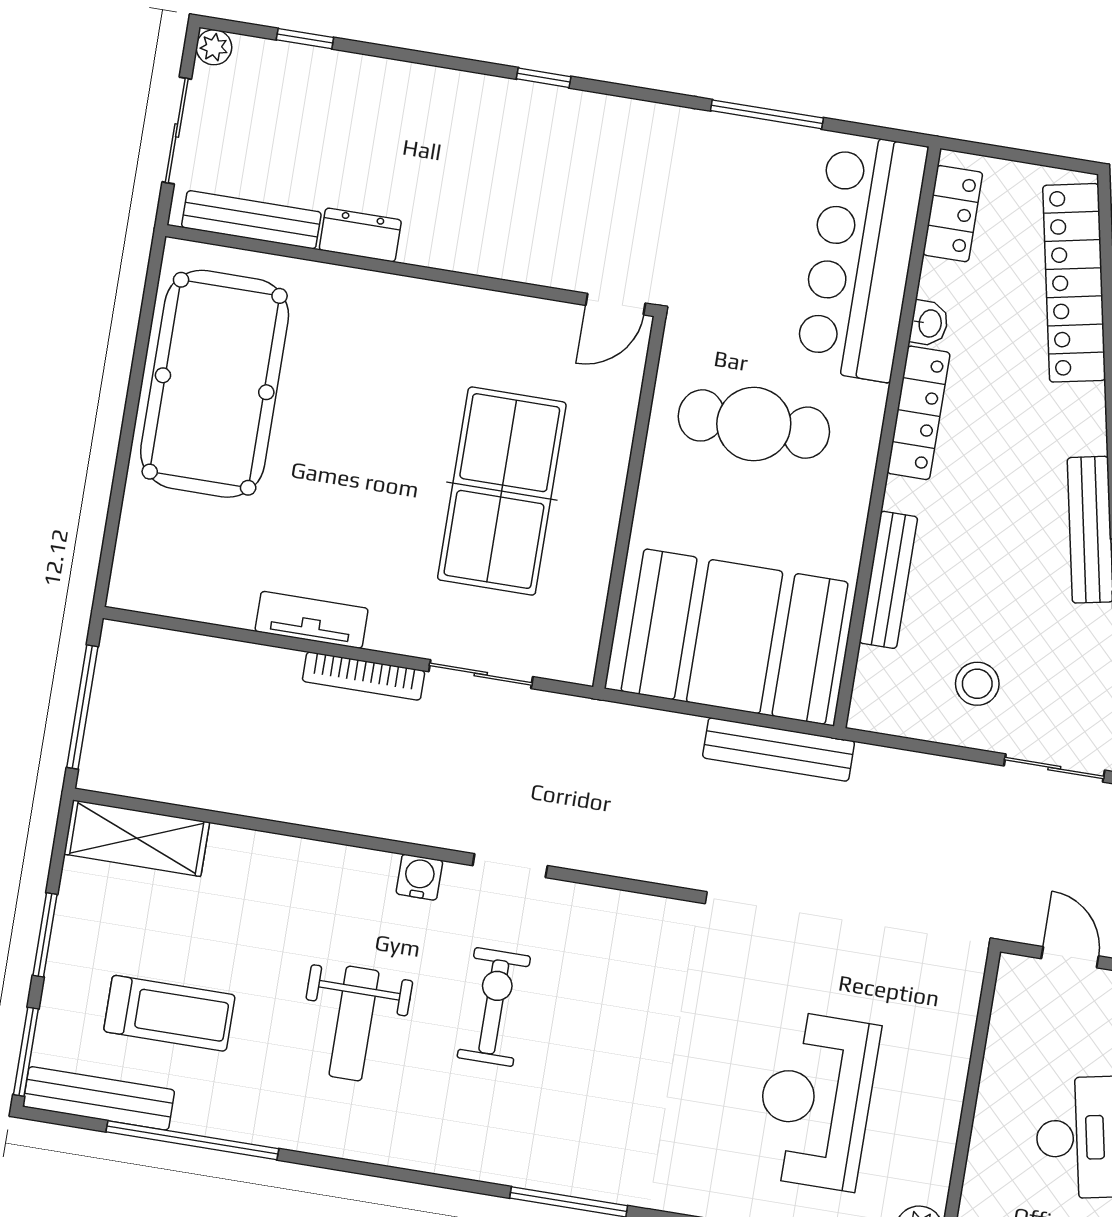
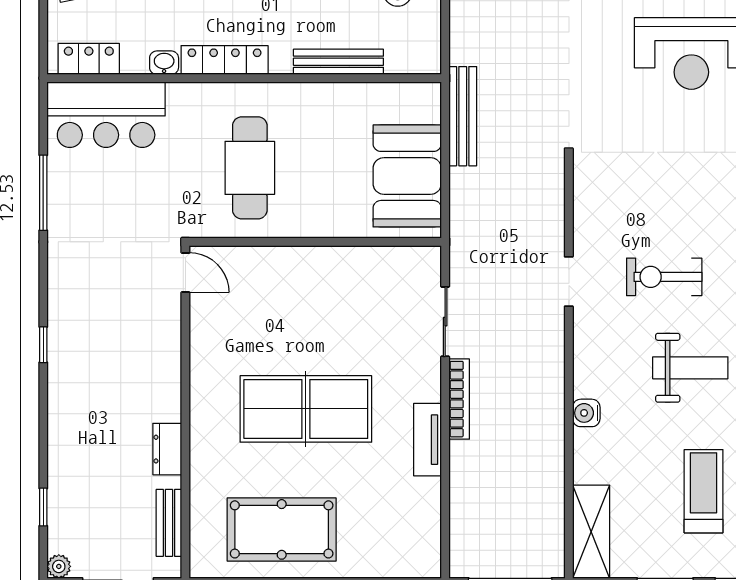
bench: (251, 220) -> (169, 523), width x0.73
bar counter: (862, 257) -> (106, 115), width x0.73
pool table: (215, 384) -> (282, 529), width x0.73, depth x0.76
table tennis table: (502, 491) -> (306, 409), moved
booth: (735, 637) -> (407, 176), width x0.73, depth x0.70
water cooler: (419, 877) -> (586, 413), moved

